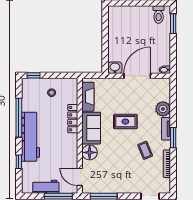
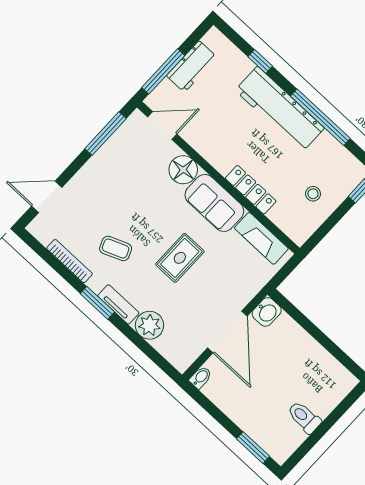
toilet: (159, 15) -> (304, 417), moved

